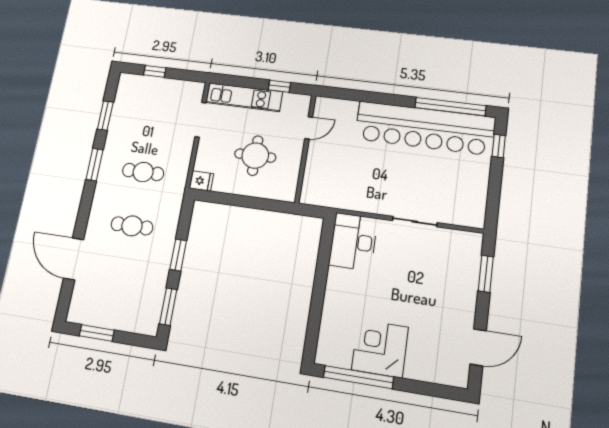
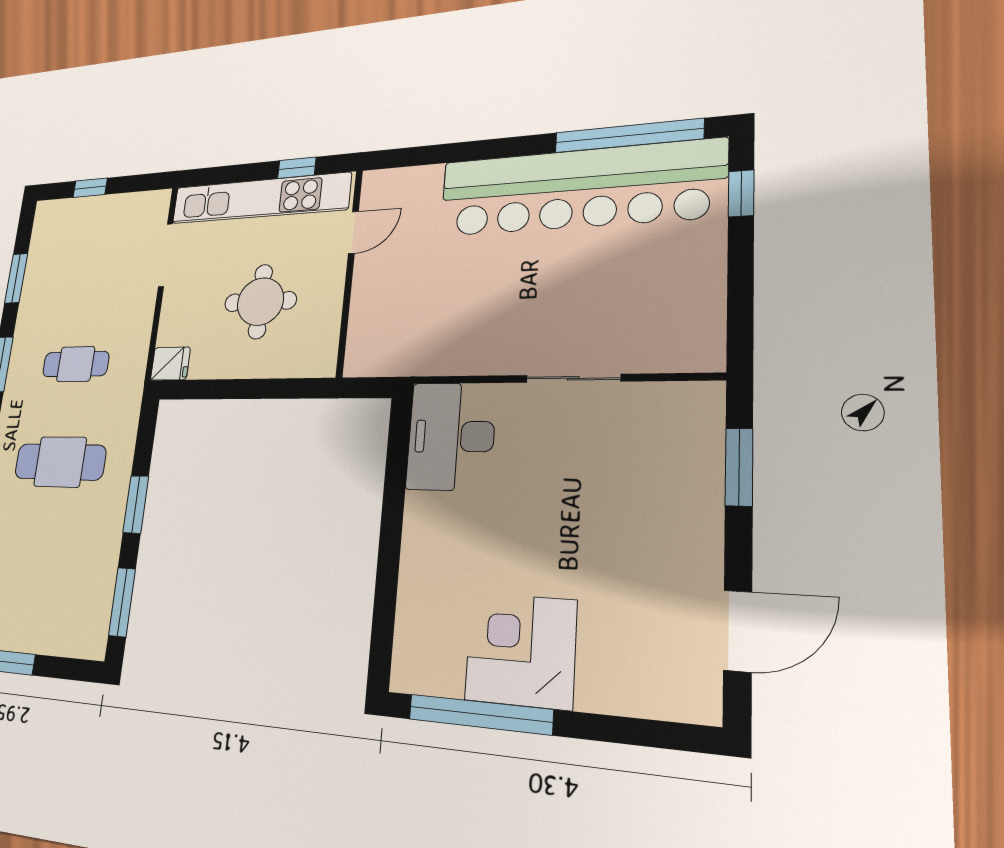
kitchen unit: (244, 97) -> (260, 198), width x1.36
cafe table: (132, 226) -> (60, 462), width x1.37, depth x1.35

